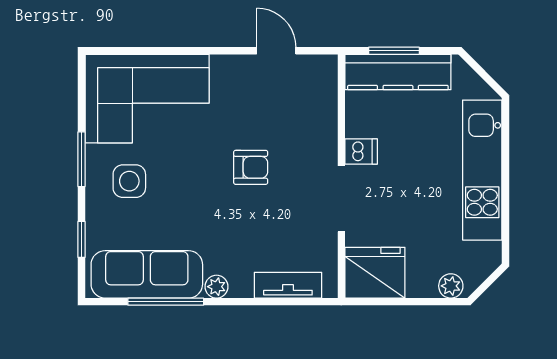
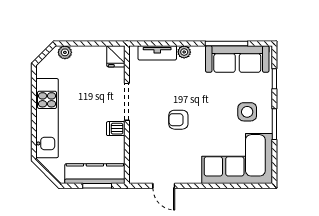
fridge: (375, 273) -> (116, 56), width x0.53, depth x0.75
plant: (216, 287) -> (184, 52), moved

